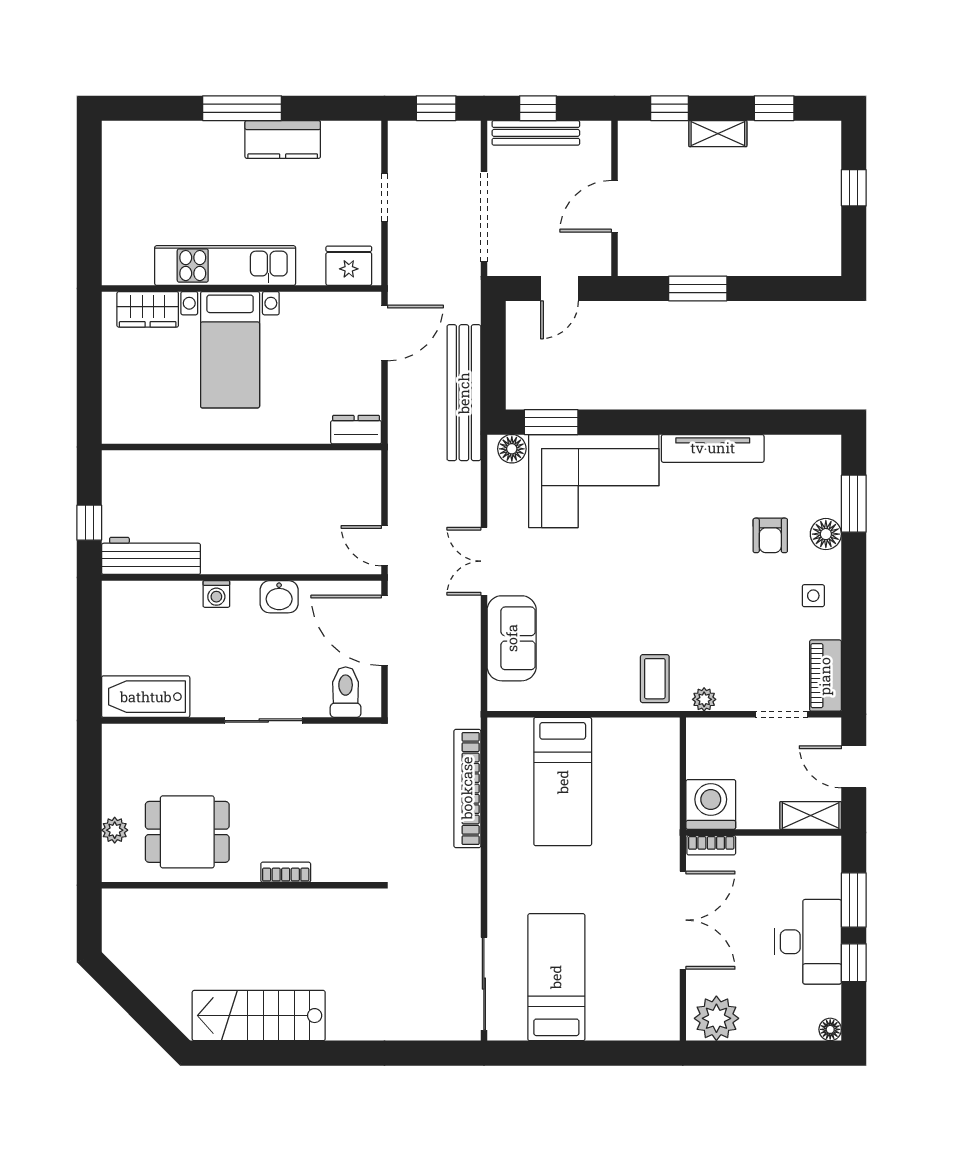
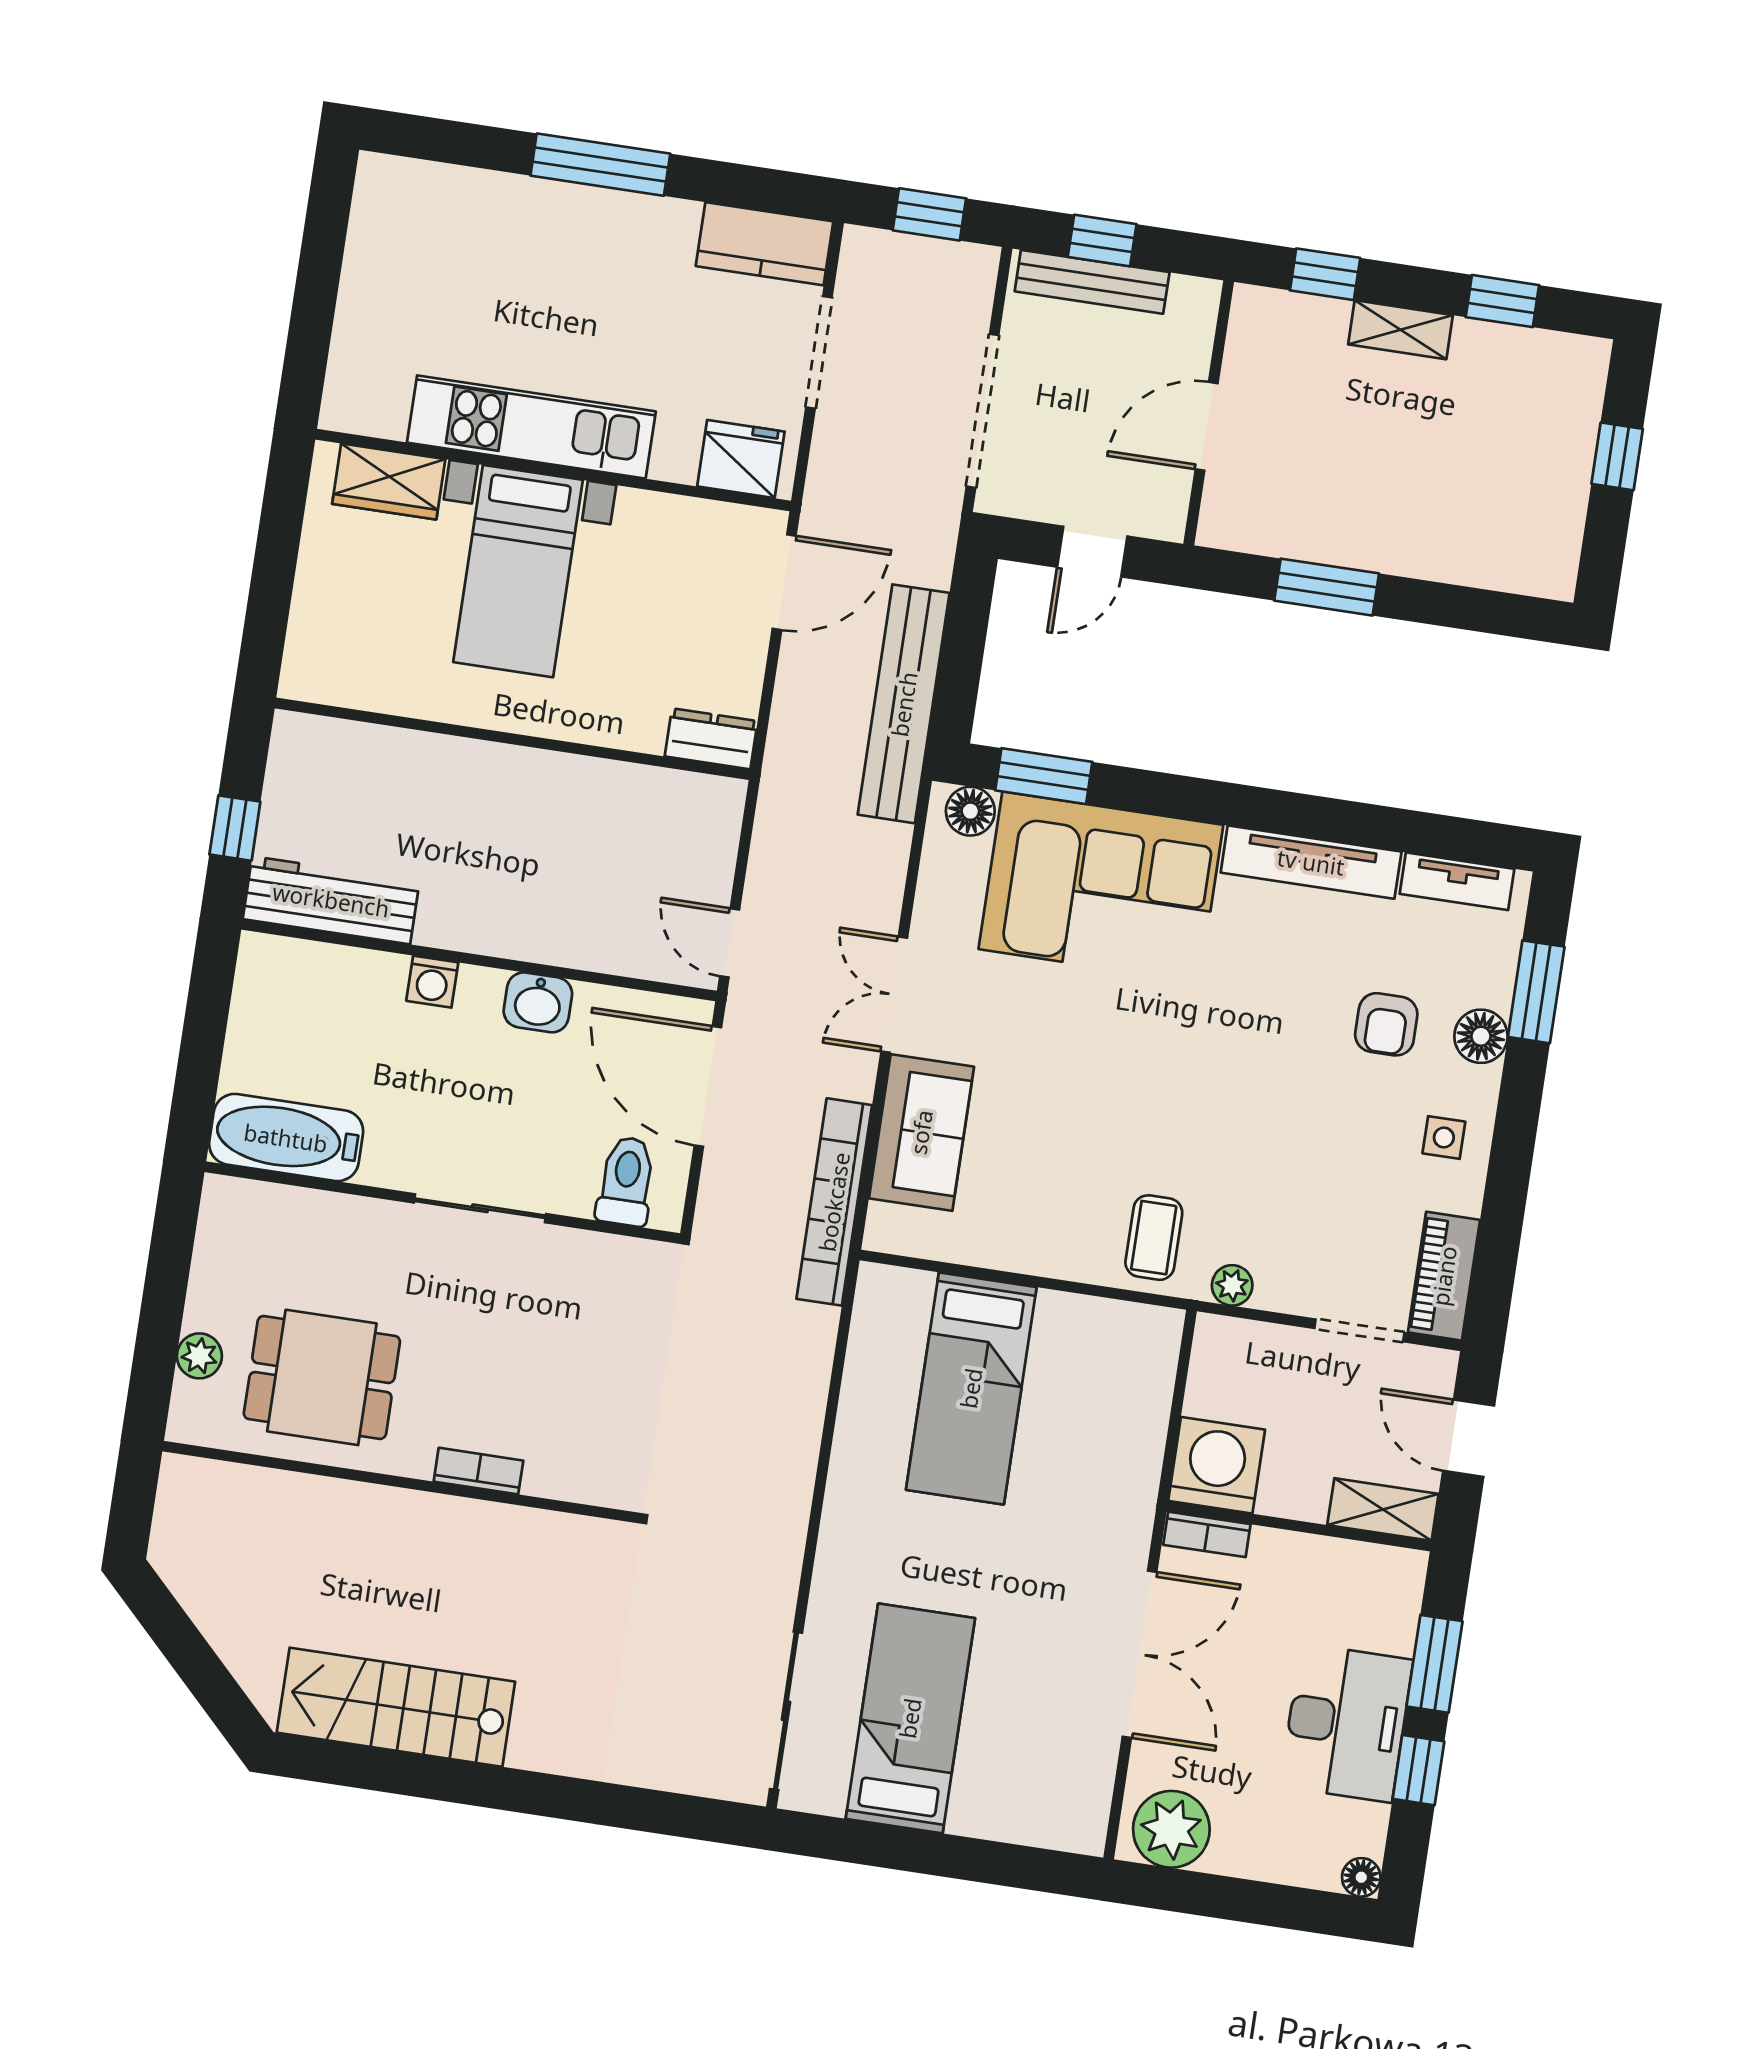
kitchen counter: (283, 139) -> (764, 244), moved
doorway: (384, 197) -> (819, 352), width x1.38
tv unit: (799, 447) -> (1457, 881), added
bookcase: (467, 788) -> (834, 1202), moved

